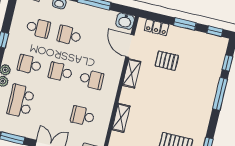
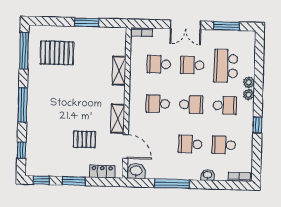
school desk: (69, 35) -> (190, 144), turned 180
window: (220, 94) -> (23, 105), moved
school desk: (21, 101) -> (226, 66), turned 180
school desk: (52, 108) -> (192, 65), added
school desk: (83, 116) -> (159, 64), turned 180

